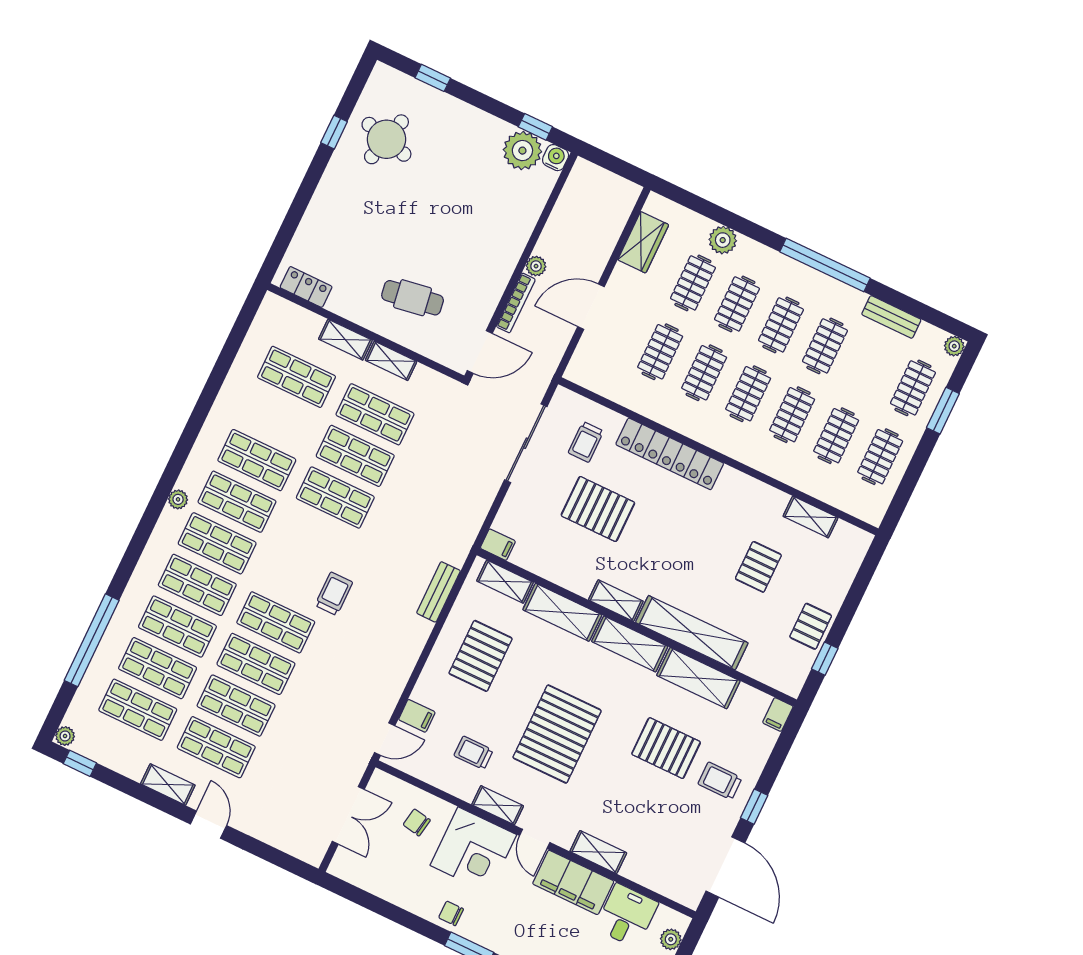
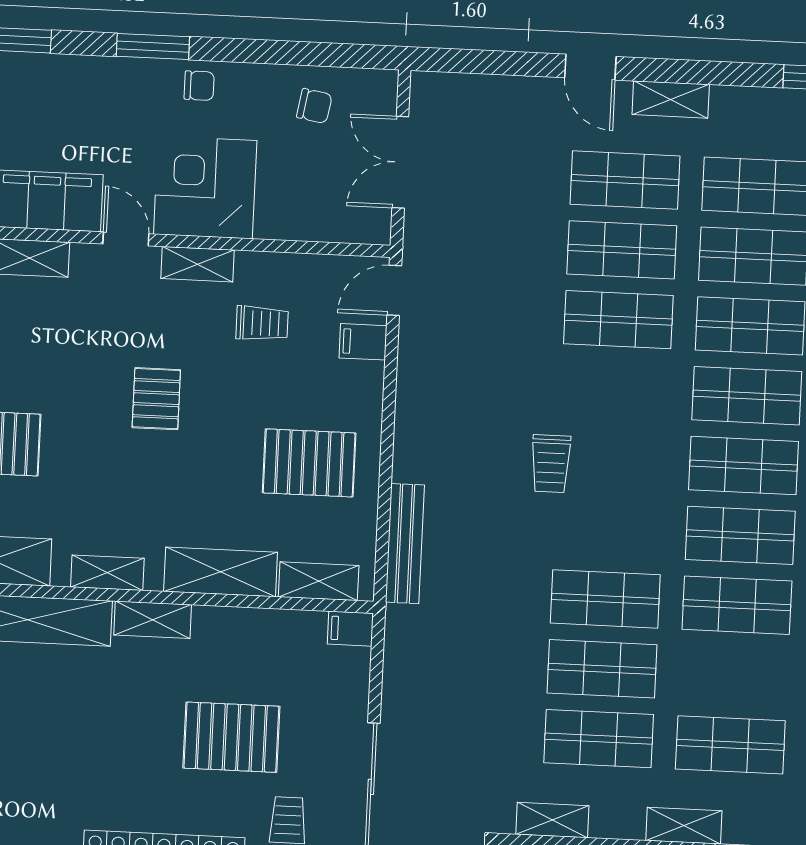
shelving: (391, 361) -> (552, 820), moved
bench: (438, 592) -> (405, 544), width x1.36
shop shelf: (276, 622) -> (615, 390), removed
shelving: (630, 644) -> (107, 573), width x0.67, depth x0.75
pallet: (481, 656) -> (309, 463), turned 90
pallet: (557, 734) -> (156, 399), width x0.49, depth x0.50
chair: (417, 822) -> (314, 106), moved

